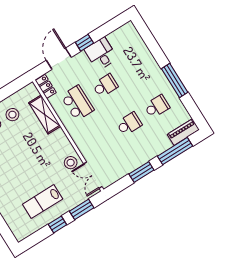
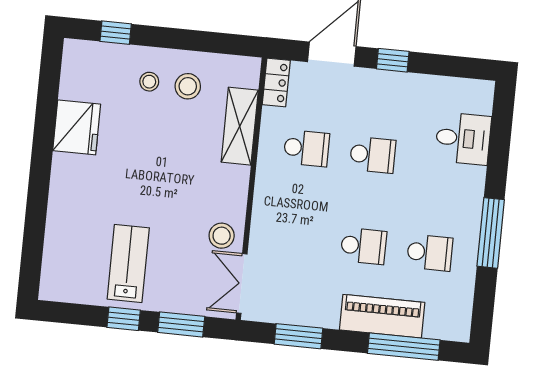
desk: (101, 54) -> (463, 138), moved, turned 90
school desk: (77, 103) -> (306, 148), width x0.54
piano: (183, 132) -> (382, 316), moved, width x1.37, depth x1.33
window: (141, 172) -> (298, 336), moved
lab bench: (43, 202) -> (128, 263), turned 90

